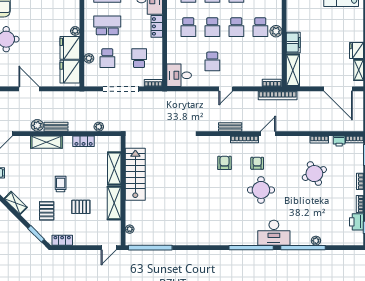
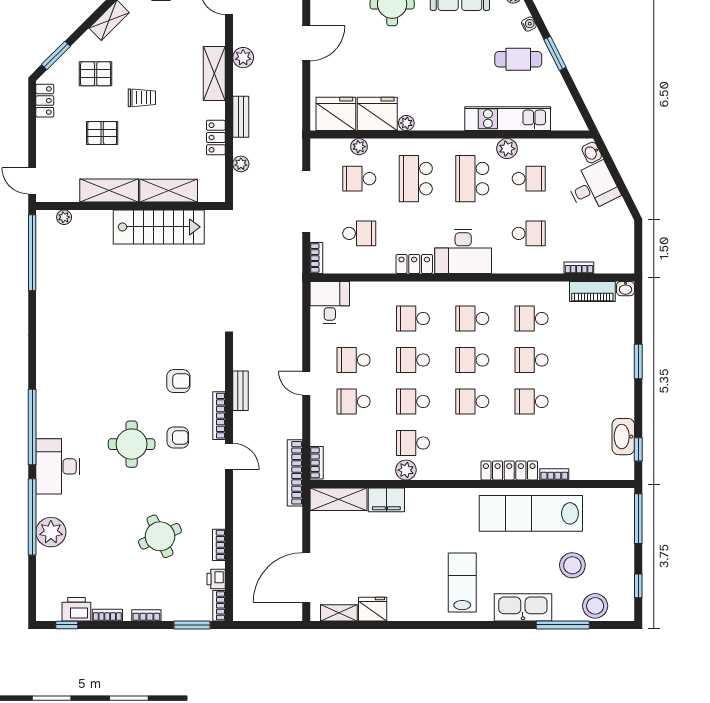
school desk: (107, 25) -> (416, 179), turned 180
school desk: (236, 61) -> (354, 401), added
bench: (56, 127) -> (241, 117), moved
pallet: (81, 207) -> (102, 133), turned 90
plant: (316, 241) -> (51, 532), width x1.88, depth x1.88

